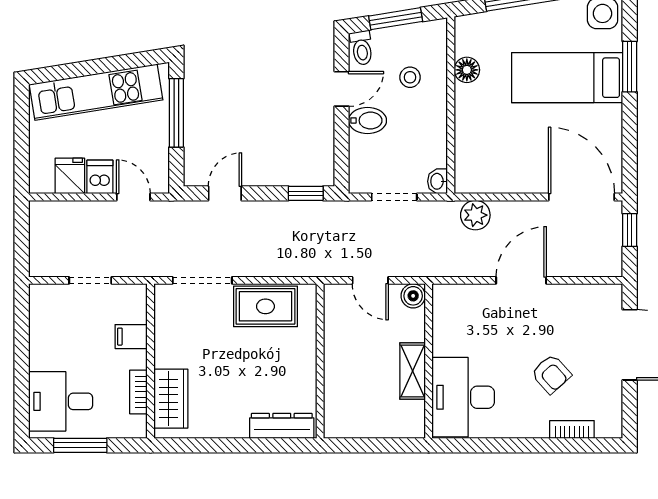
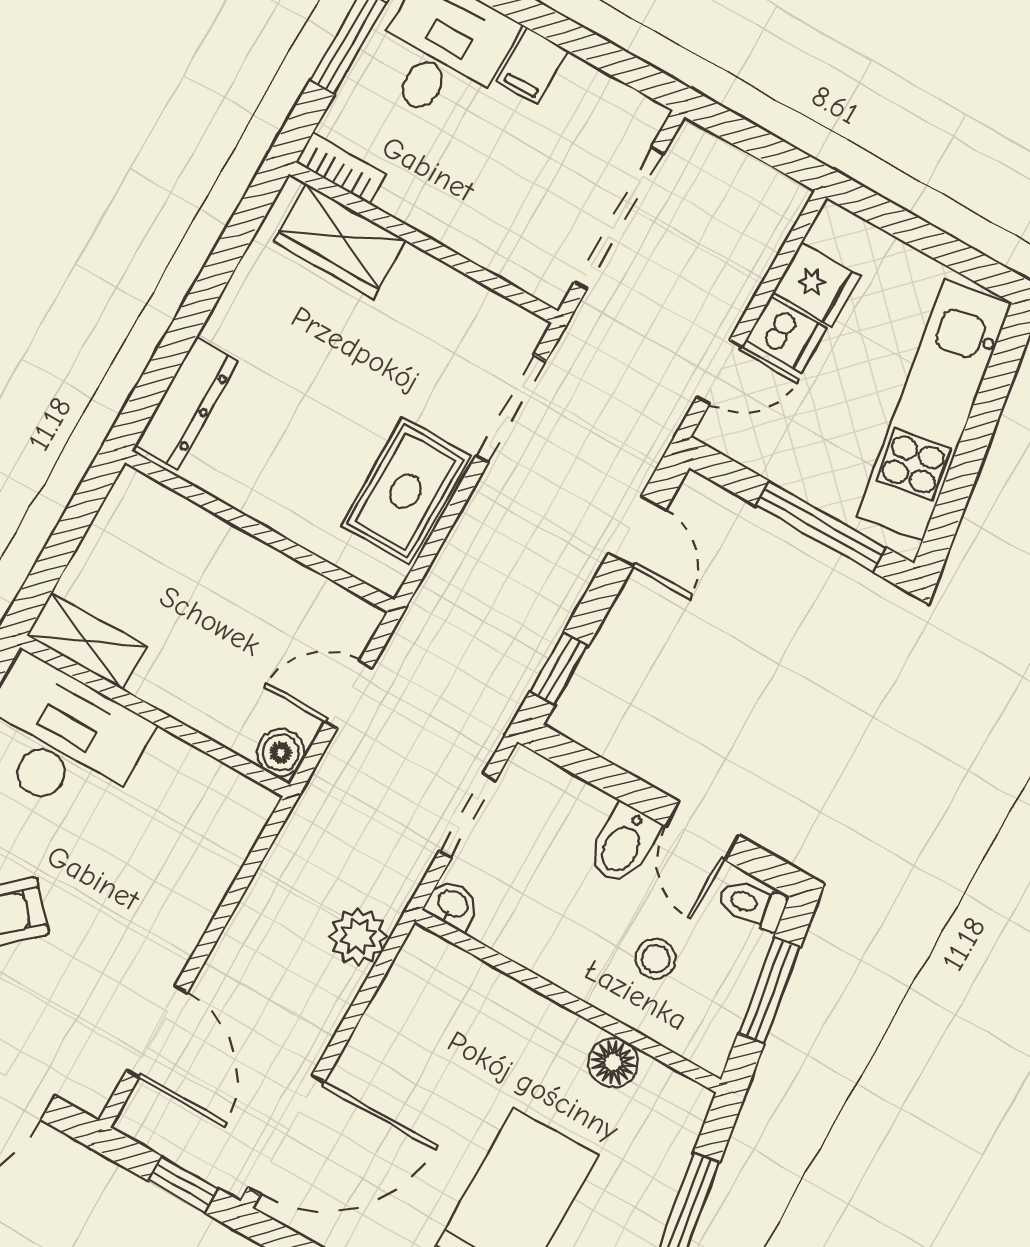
doorway: (90, 280) -> (619, 218), width x1.88
door: (521, 280) -> (157, 1032), moved
filing cabinet: (131, 337) -> (532, 66), moved, turned 180
shelving: (413, 371) -> (87, 641), moved
bookcase: (138, 392) -> (341, 168), moved

